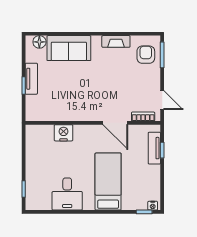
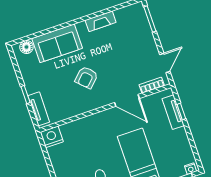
armchair: (146, 55) -> (86, 77), moved, turned -135
tv unit: (31, 79) -> (39, 109), moved
door: (162, 100) -> (165, 63), hinge flipped
nightstand: (63, 133) -> (52, 137), moved

